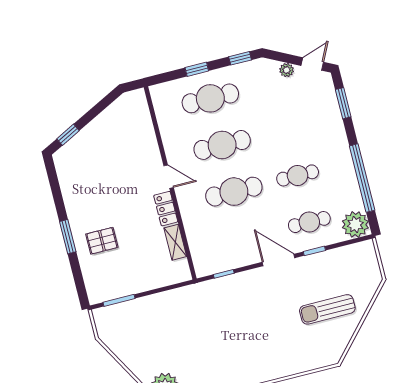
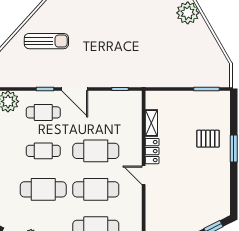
cafe table: (286, 129) -> (43, 189), added

